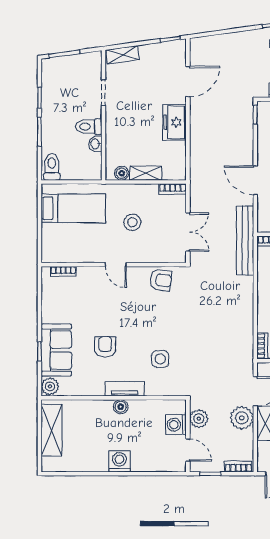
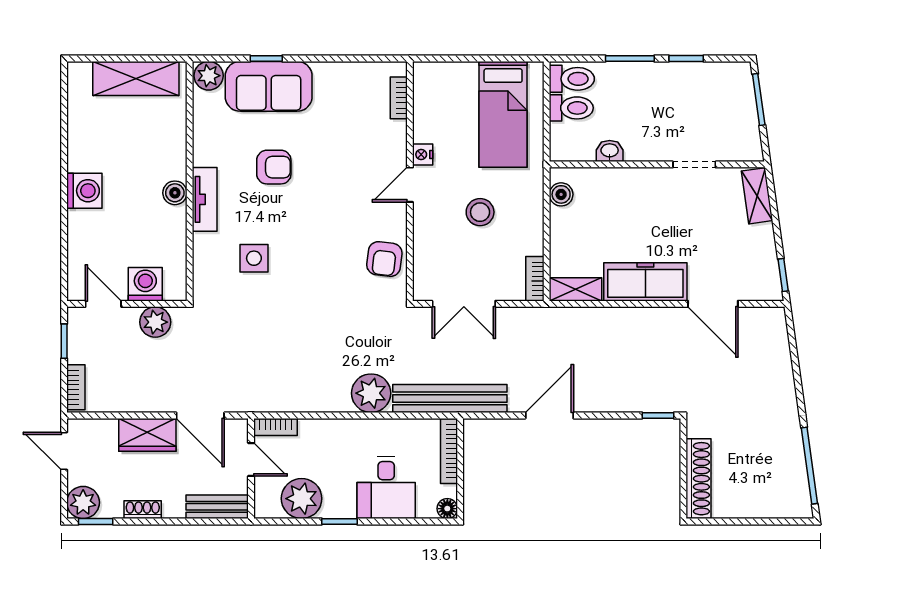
freezer: (174, 122) -> (645, 282), width x1.40
toilet: (89, 127) -> (571, 108), moved, turned 90
shelving: (146, 173) -> (575, 289), moved, turned 90
nightstand: (98, 257) -> (423, 154), added
plant: (242, 418) -> (371, 393), moved
door: (188, 450) -> (103, 304), swing flipped

